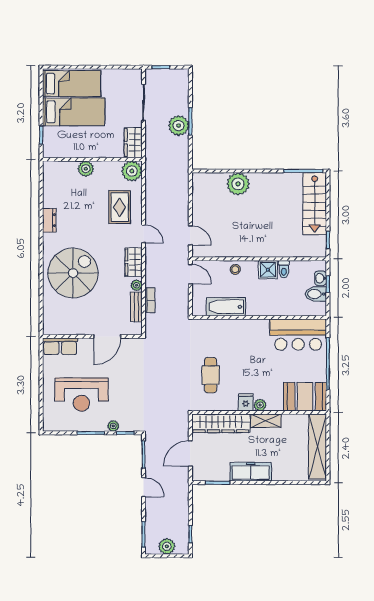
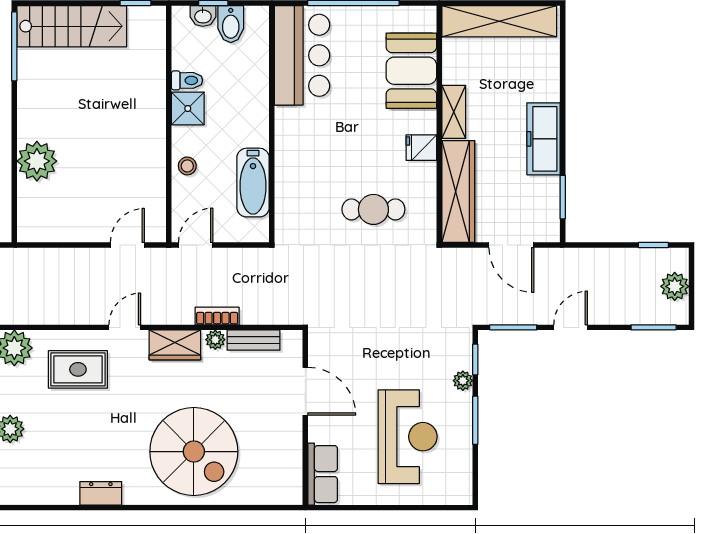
spiral stairs: (73, 273) -> (194, 452), turned 180
bookcase: (150, 300) -> (217, 316), moved
booth: (305, 397) -> (411, 71), moved
plant: (260, 405) -> (426, 122), removed

